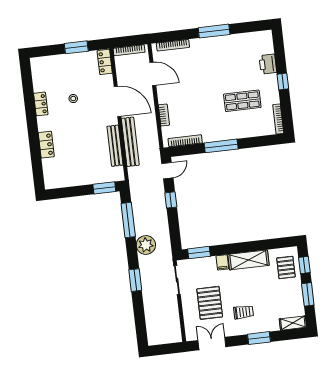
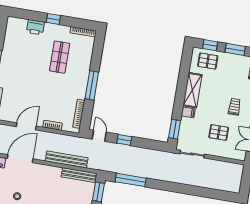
door: (153, 74) -> (26, 126), moved
door: (117, 101) -> (20, 159), moved
bench: (115, 146) -> (79, 175), moved
plant: (146, 245) -> (156, 171), removed
window: (135, 280) -> (182, 189), removed
pallet: (210, 303) -> (219, 133), width x0.67, depth x0.71

